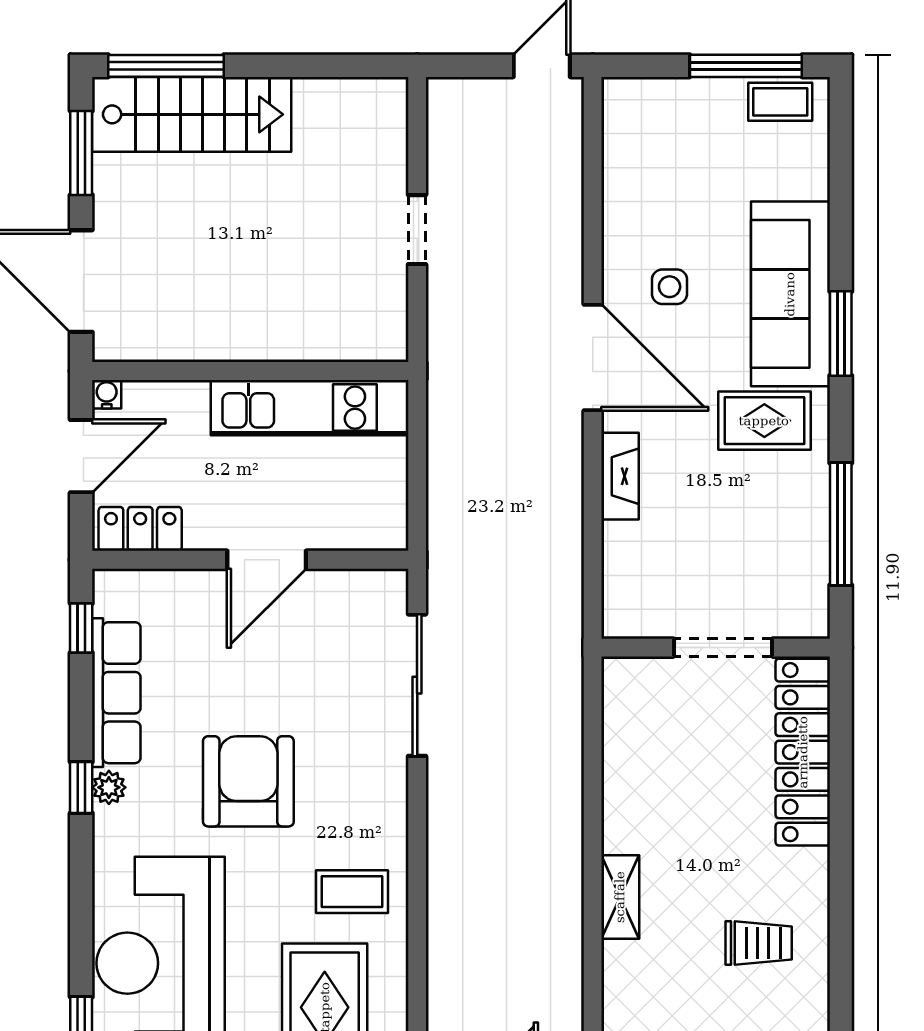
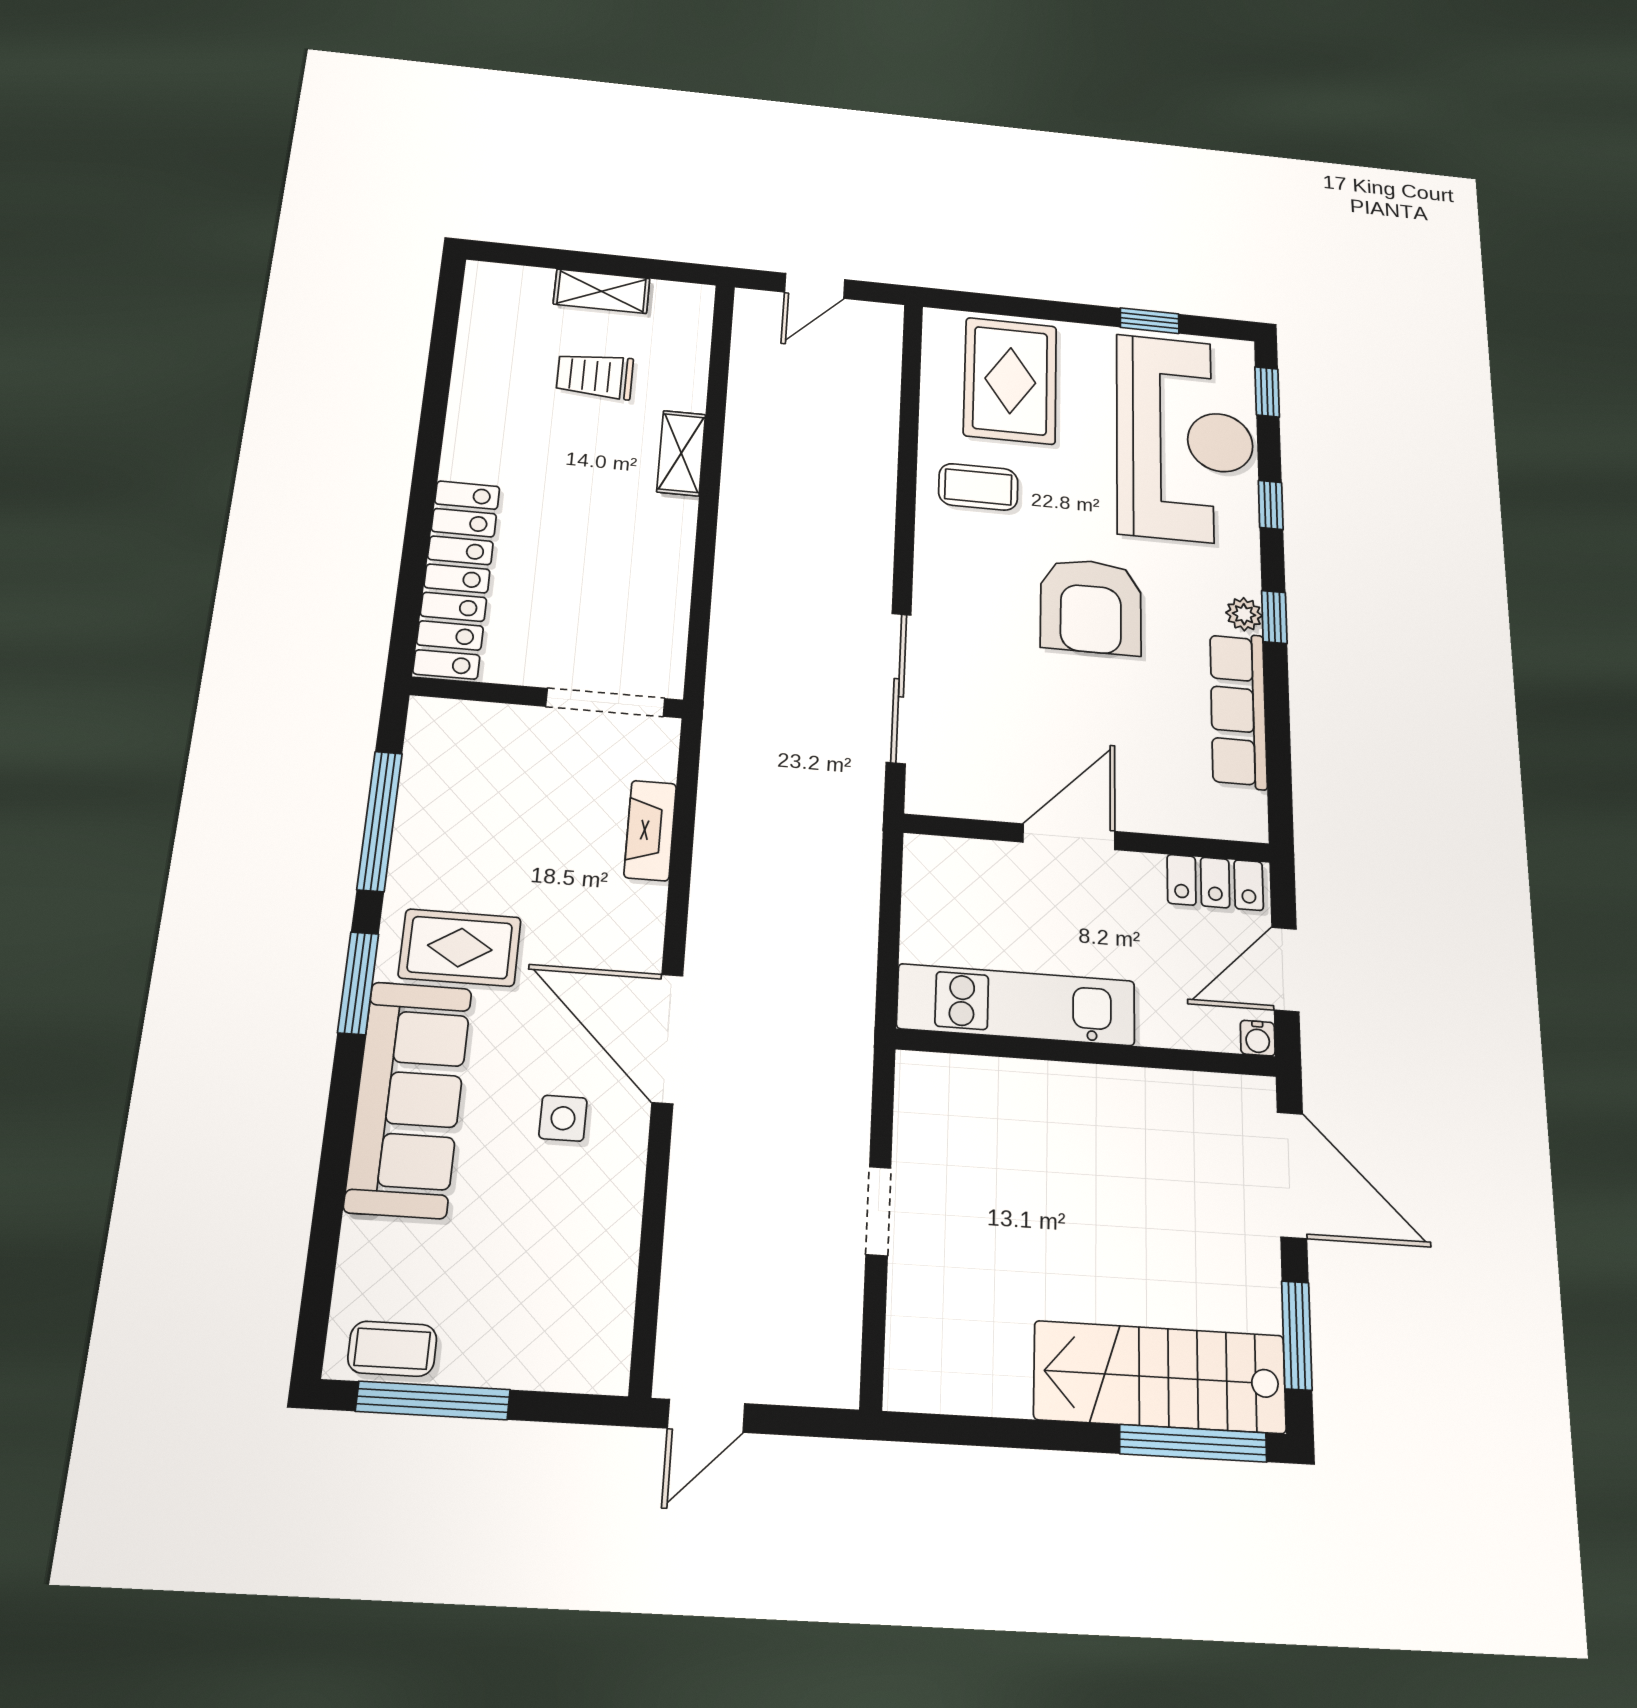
window: (841, 334) -> (358, 983), moved
fireplace: (620, 476) -> (650, 830), moved
window: (81, 628) -> (1271, 505), moved
doorway: (723, 648) -> (605, 702), moved
trolley: (759, 943) -> (595, 376), moved

